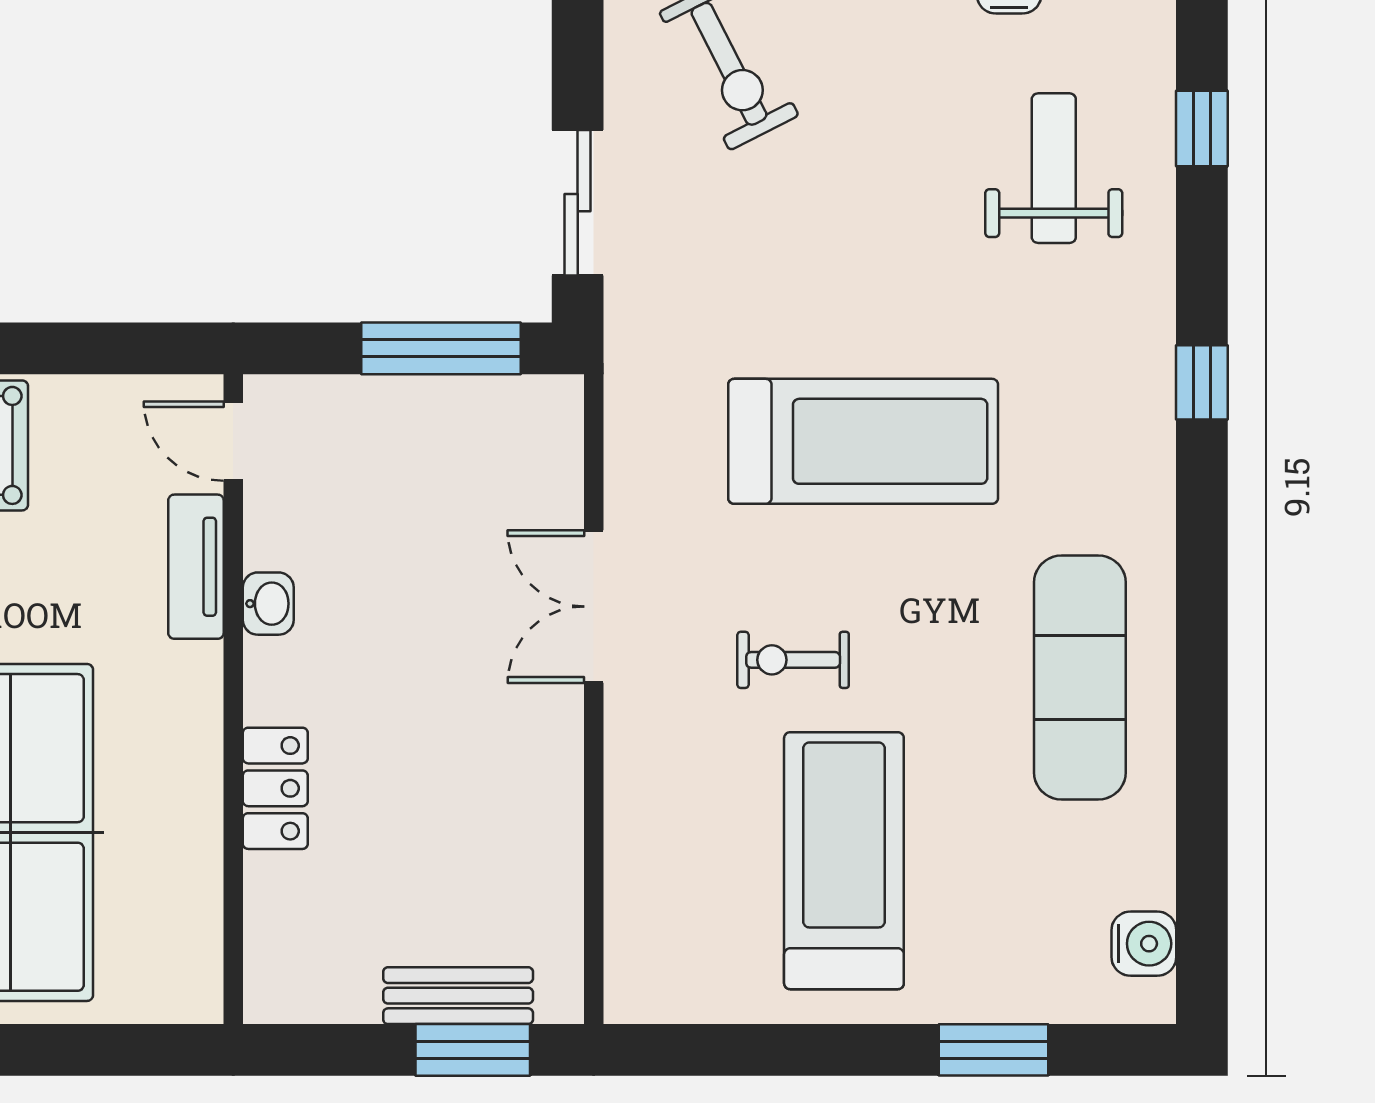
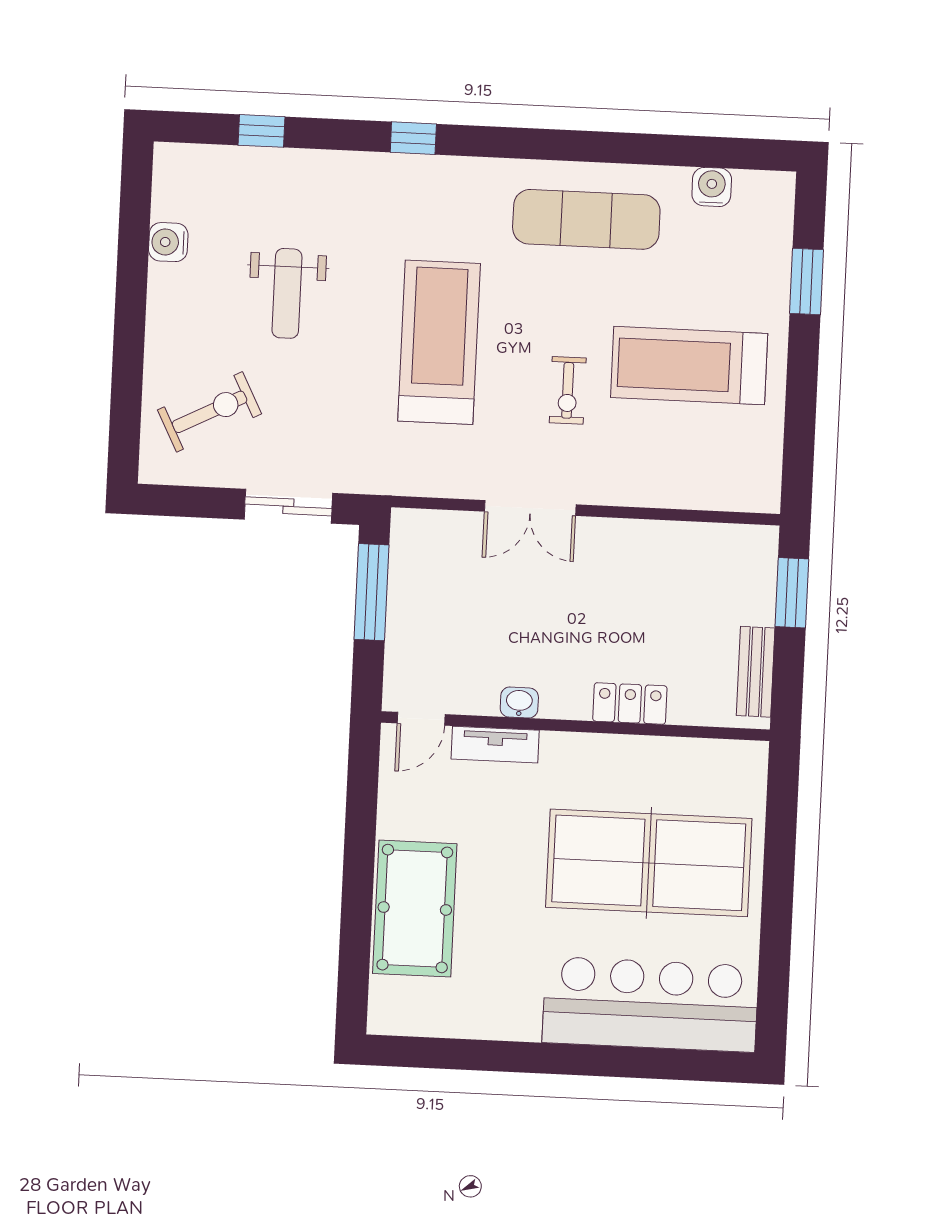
weight bench: (1054, 168) -> (287, 293), moved, turned -90
water cooler: (1144, 944) -> (712, 187), moved
bench: (458, 996) -> (756, 672), moved

